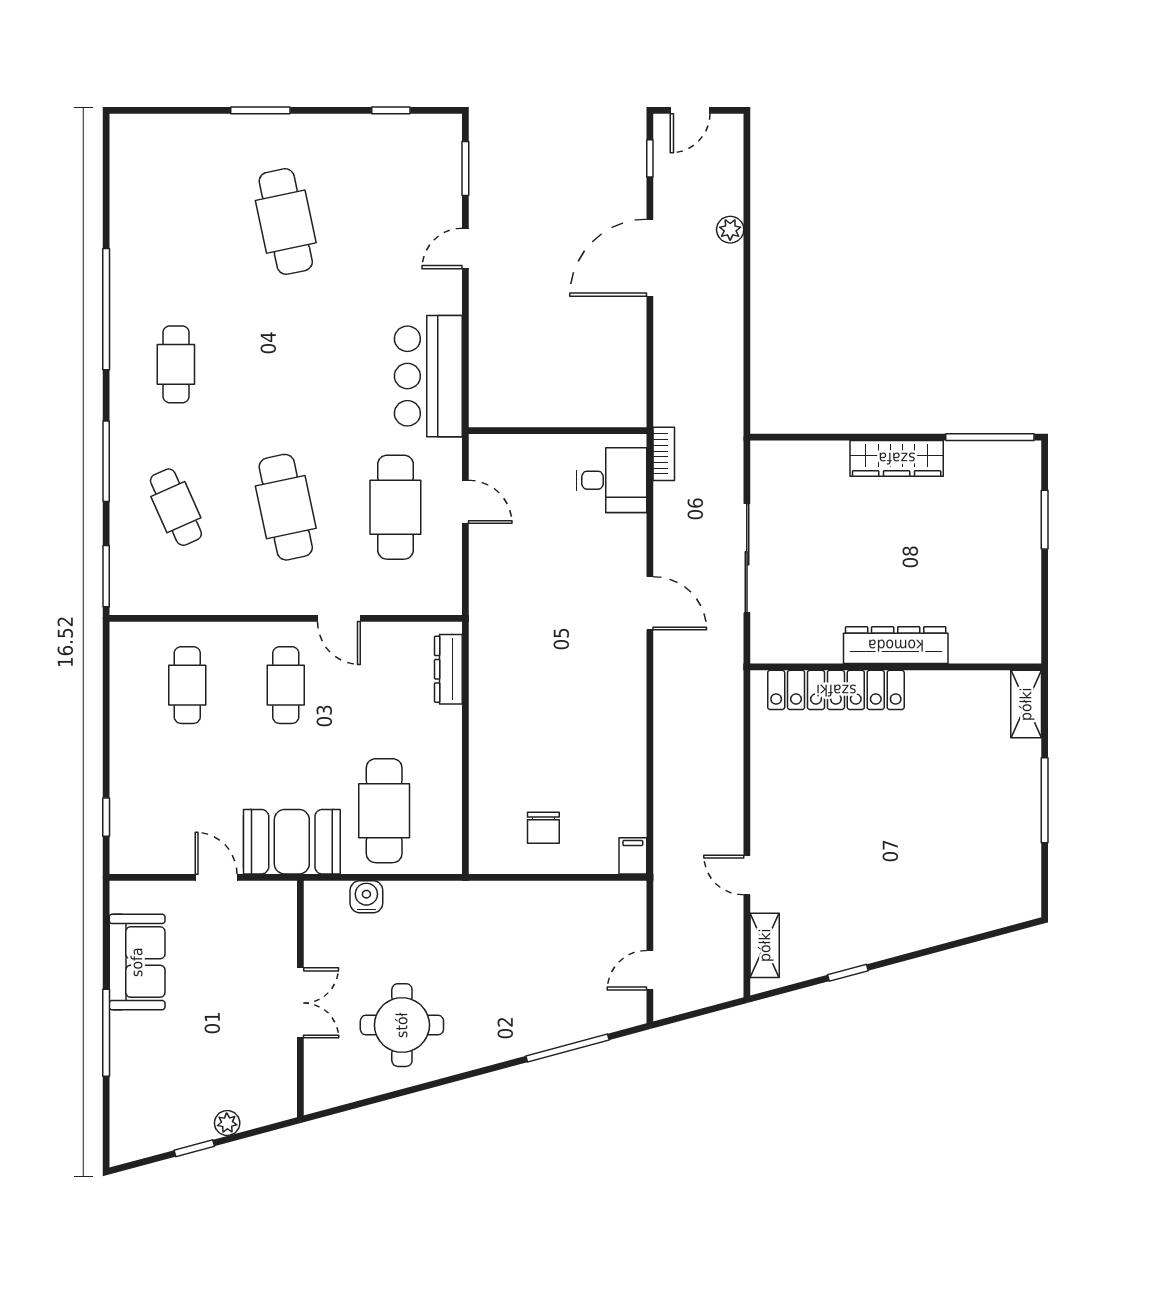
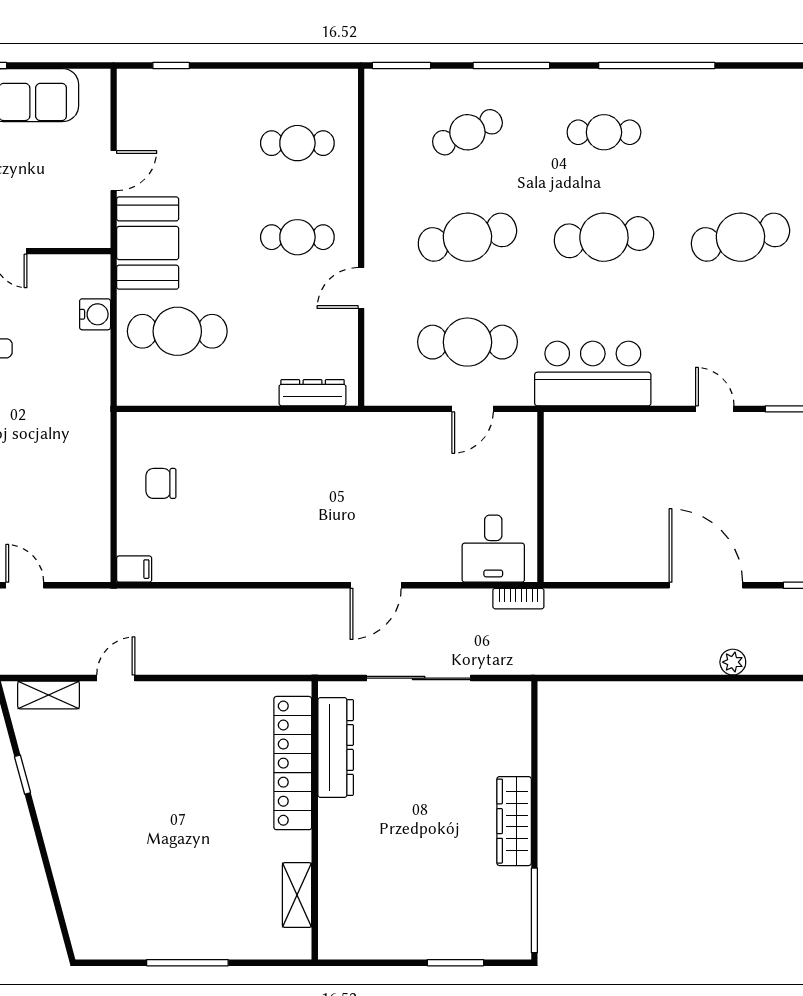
cafe table: (286, 364) -> (604, 237), added
dresser: (896, 645) -> (336, 747), moved
shelving: (1026, 704) -> (297, 895), moved, turned 90

